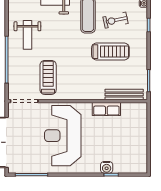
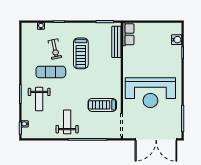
weight bench: (27, 35) -> (67, 122), turned -90
treadmill: (110, 52) -> (81, 53), turned 180
row of seats: (106, 109) -> (128, 34), moved
water cooler: (107, 167) -> (177, 40), moved

